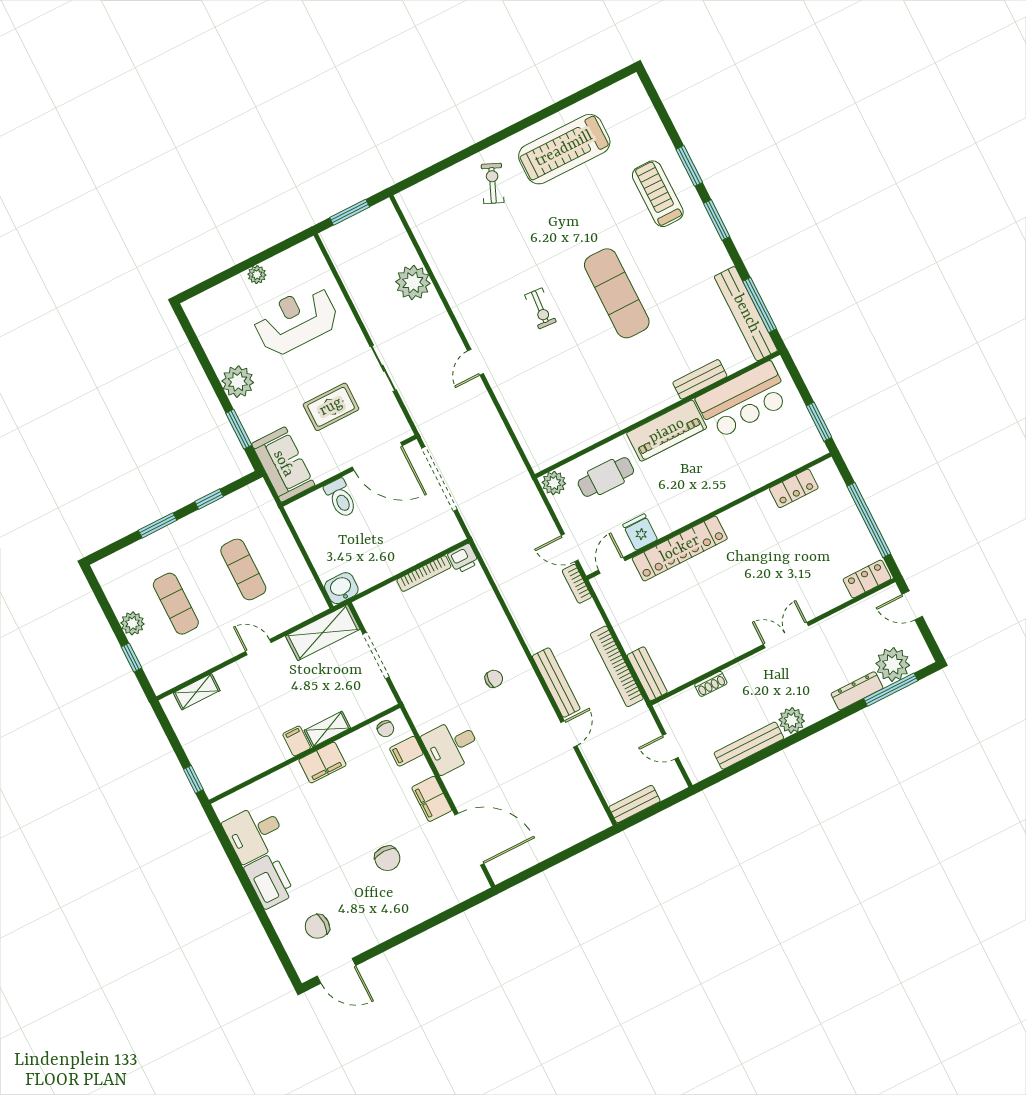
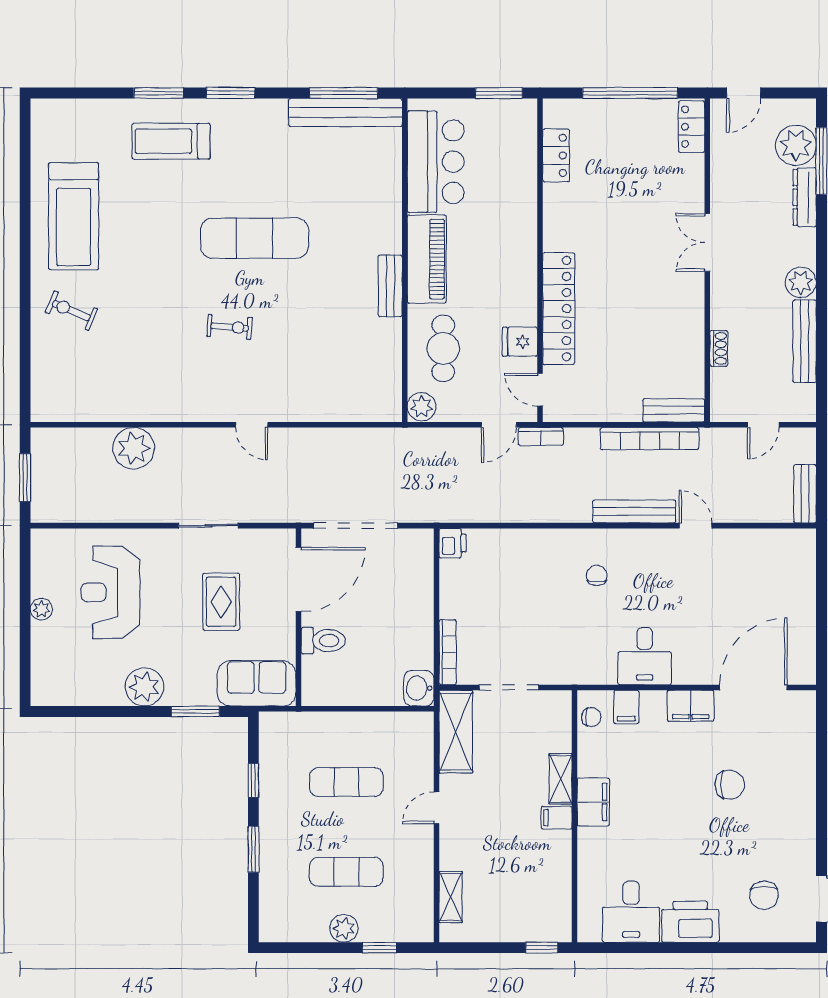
bench: (700, 379) -> (390, 286), moved
bookcase: (424, 573) -> (448, 652), moved

